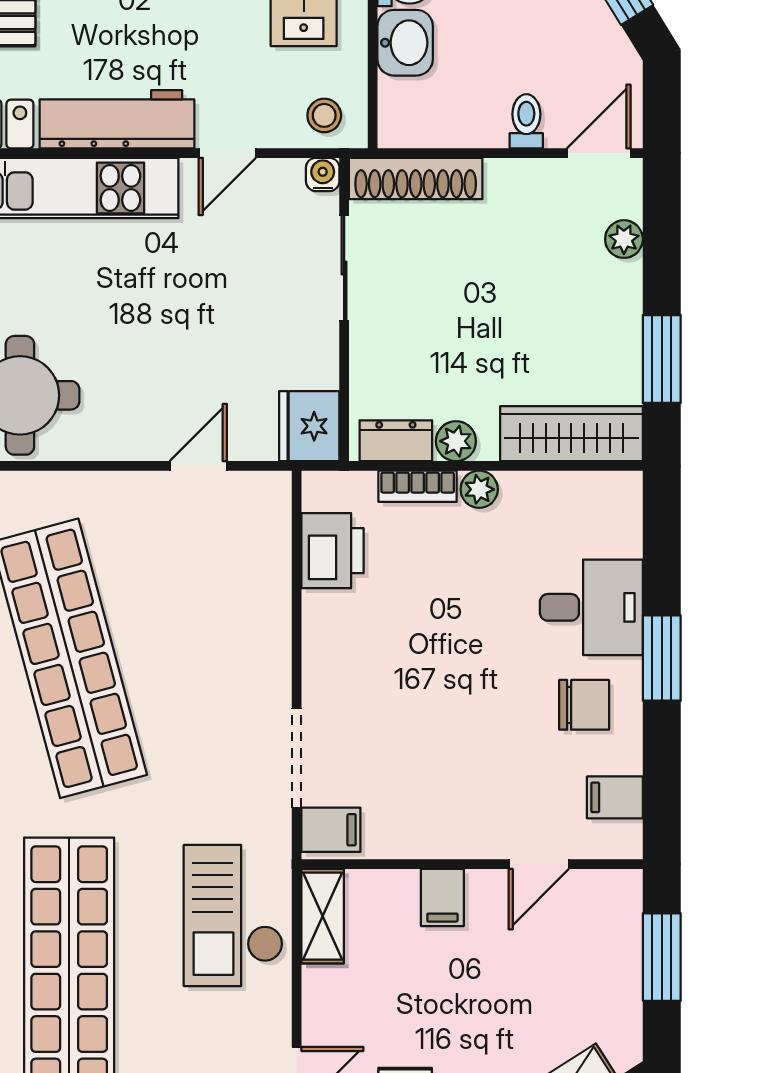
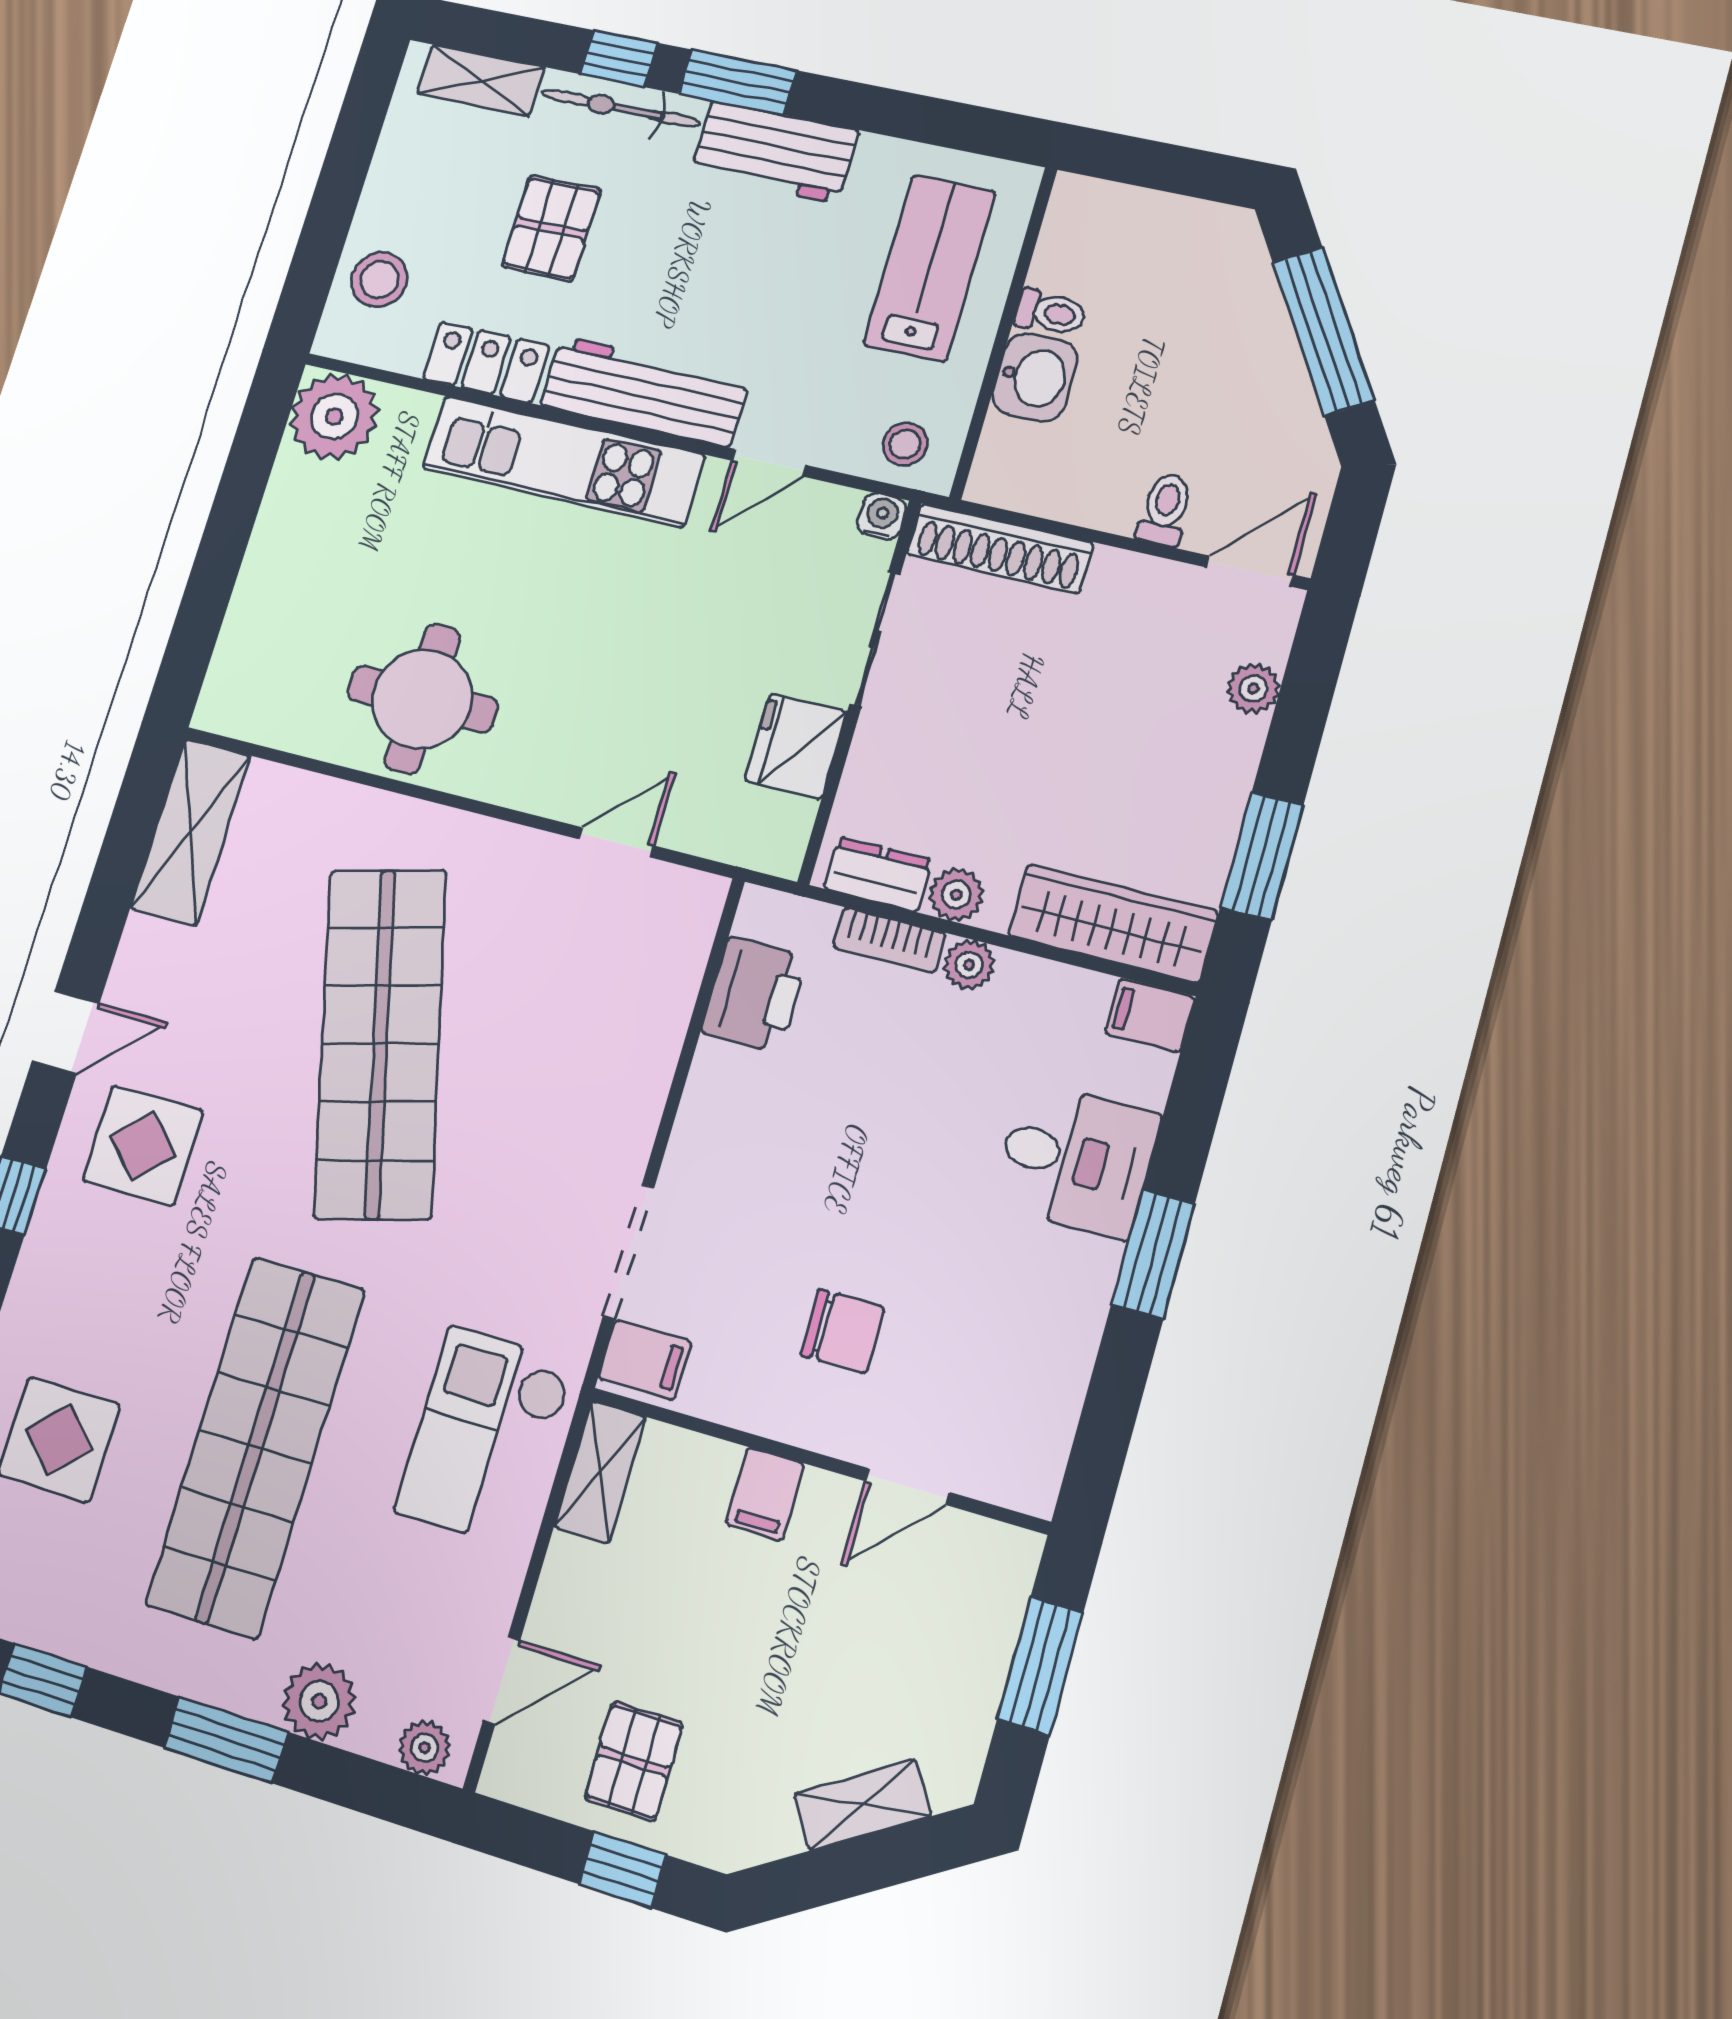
fridge: (309, 426) -> (796, 746), moved
chair: (584, 705) -> (842, 1331), moved
filing cabinet: (615, 797) -> (1150, 1015), moved

